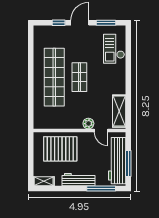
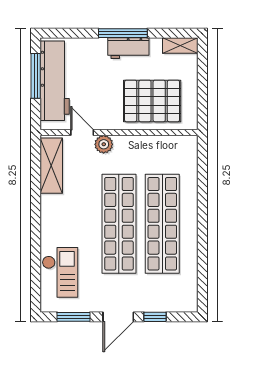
shop shelf: (79, 77) -> (119, 224), width x2.00, depth x1.36
workbench: (78, 180) -> (128, 48), width x0.73
window: (101, 188) -> (123, 33), moved

